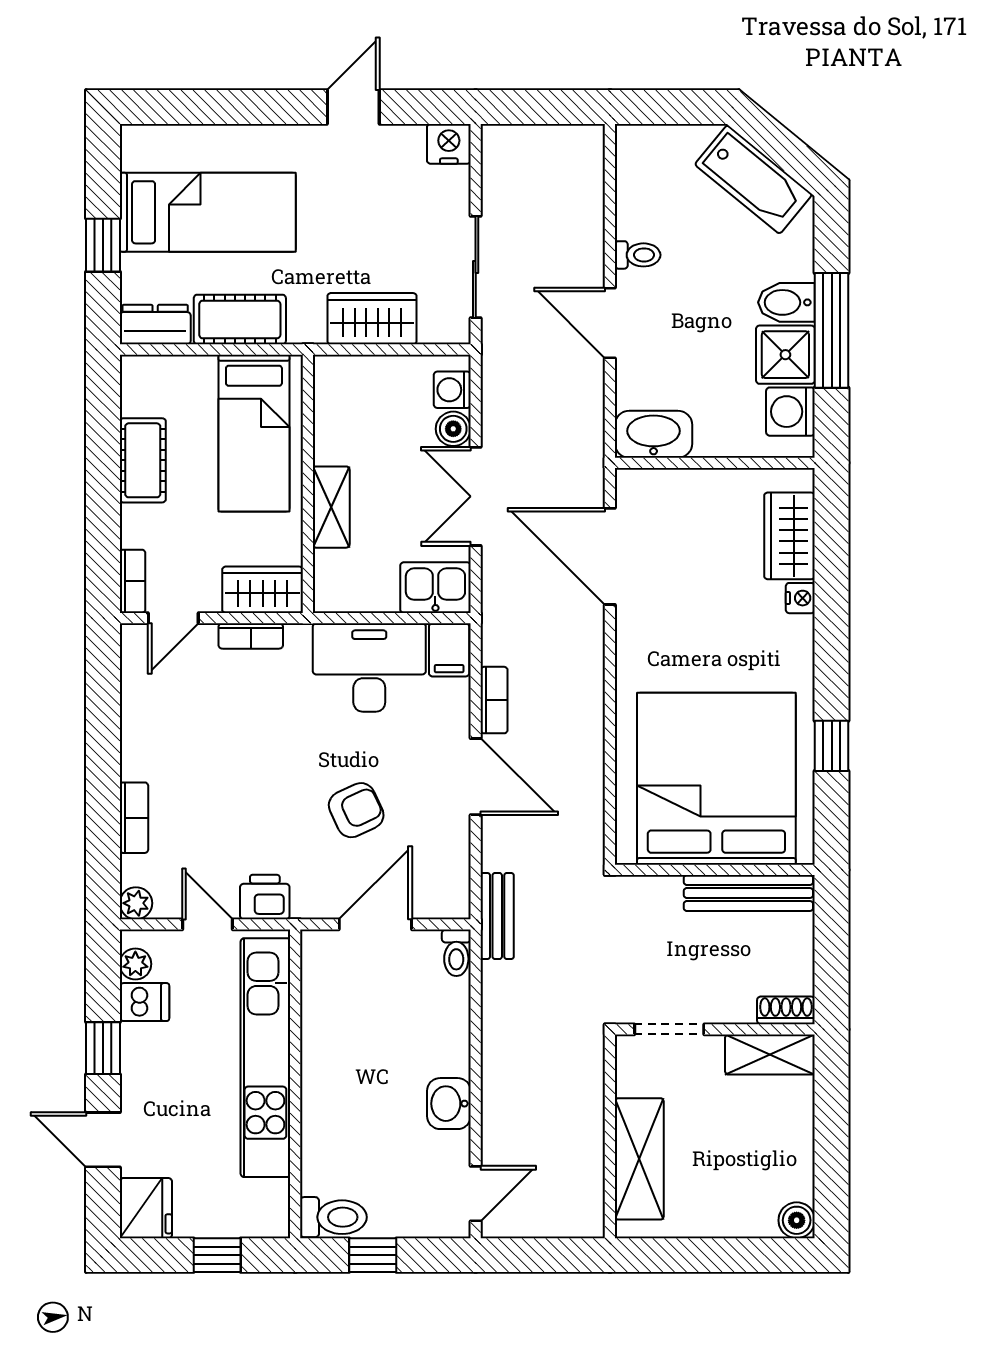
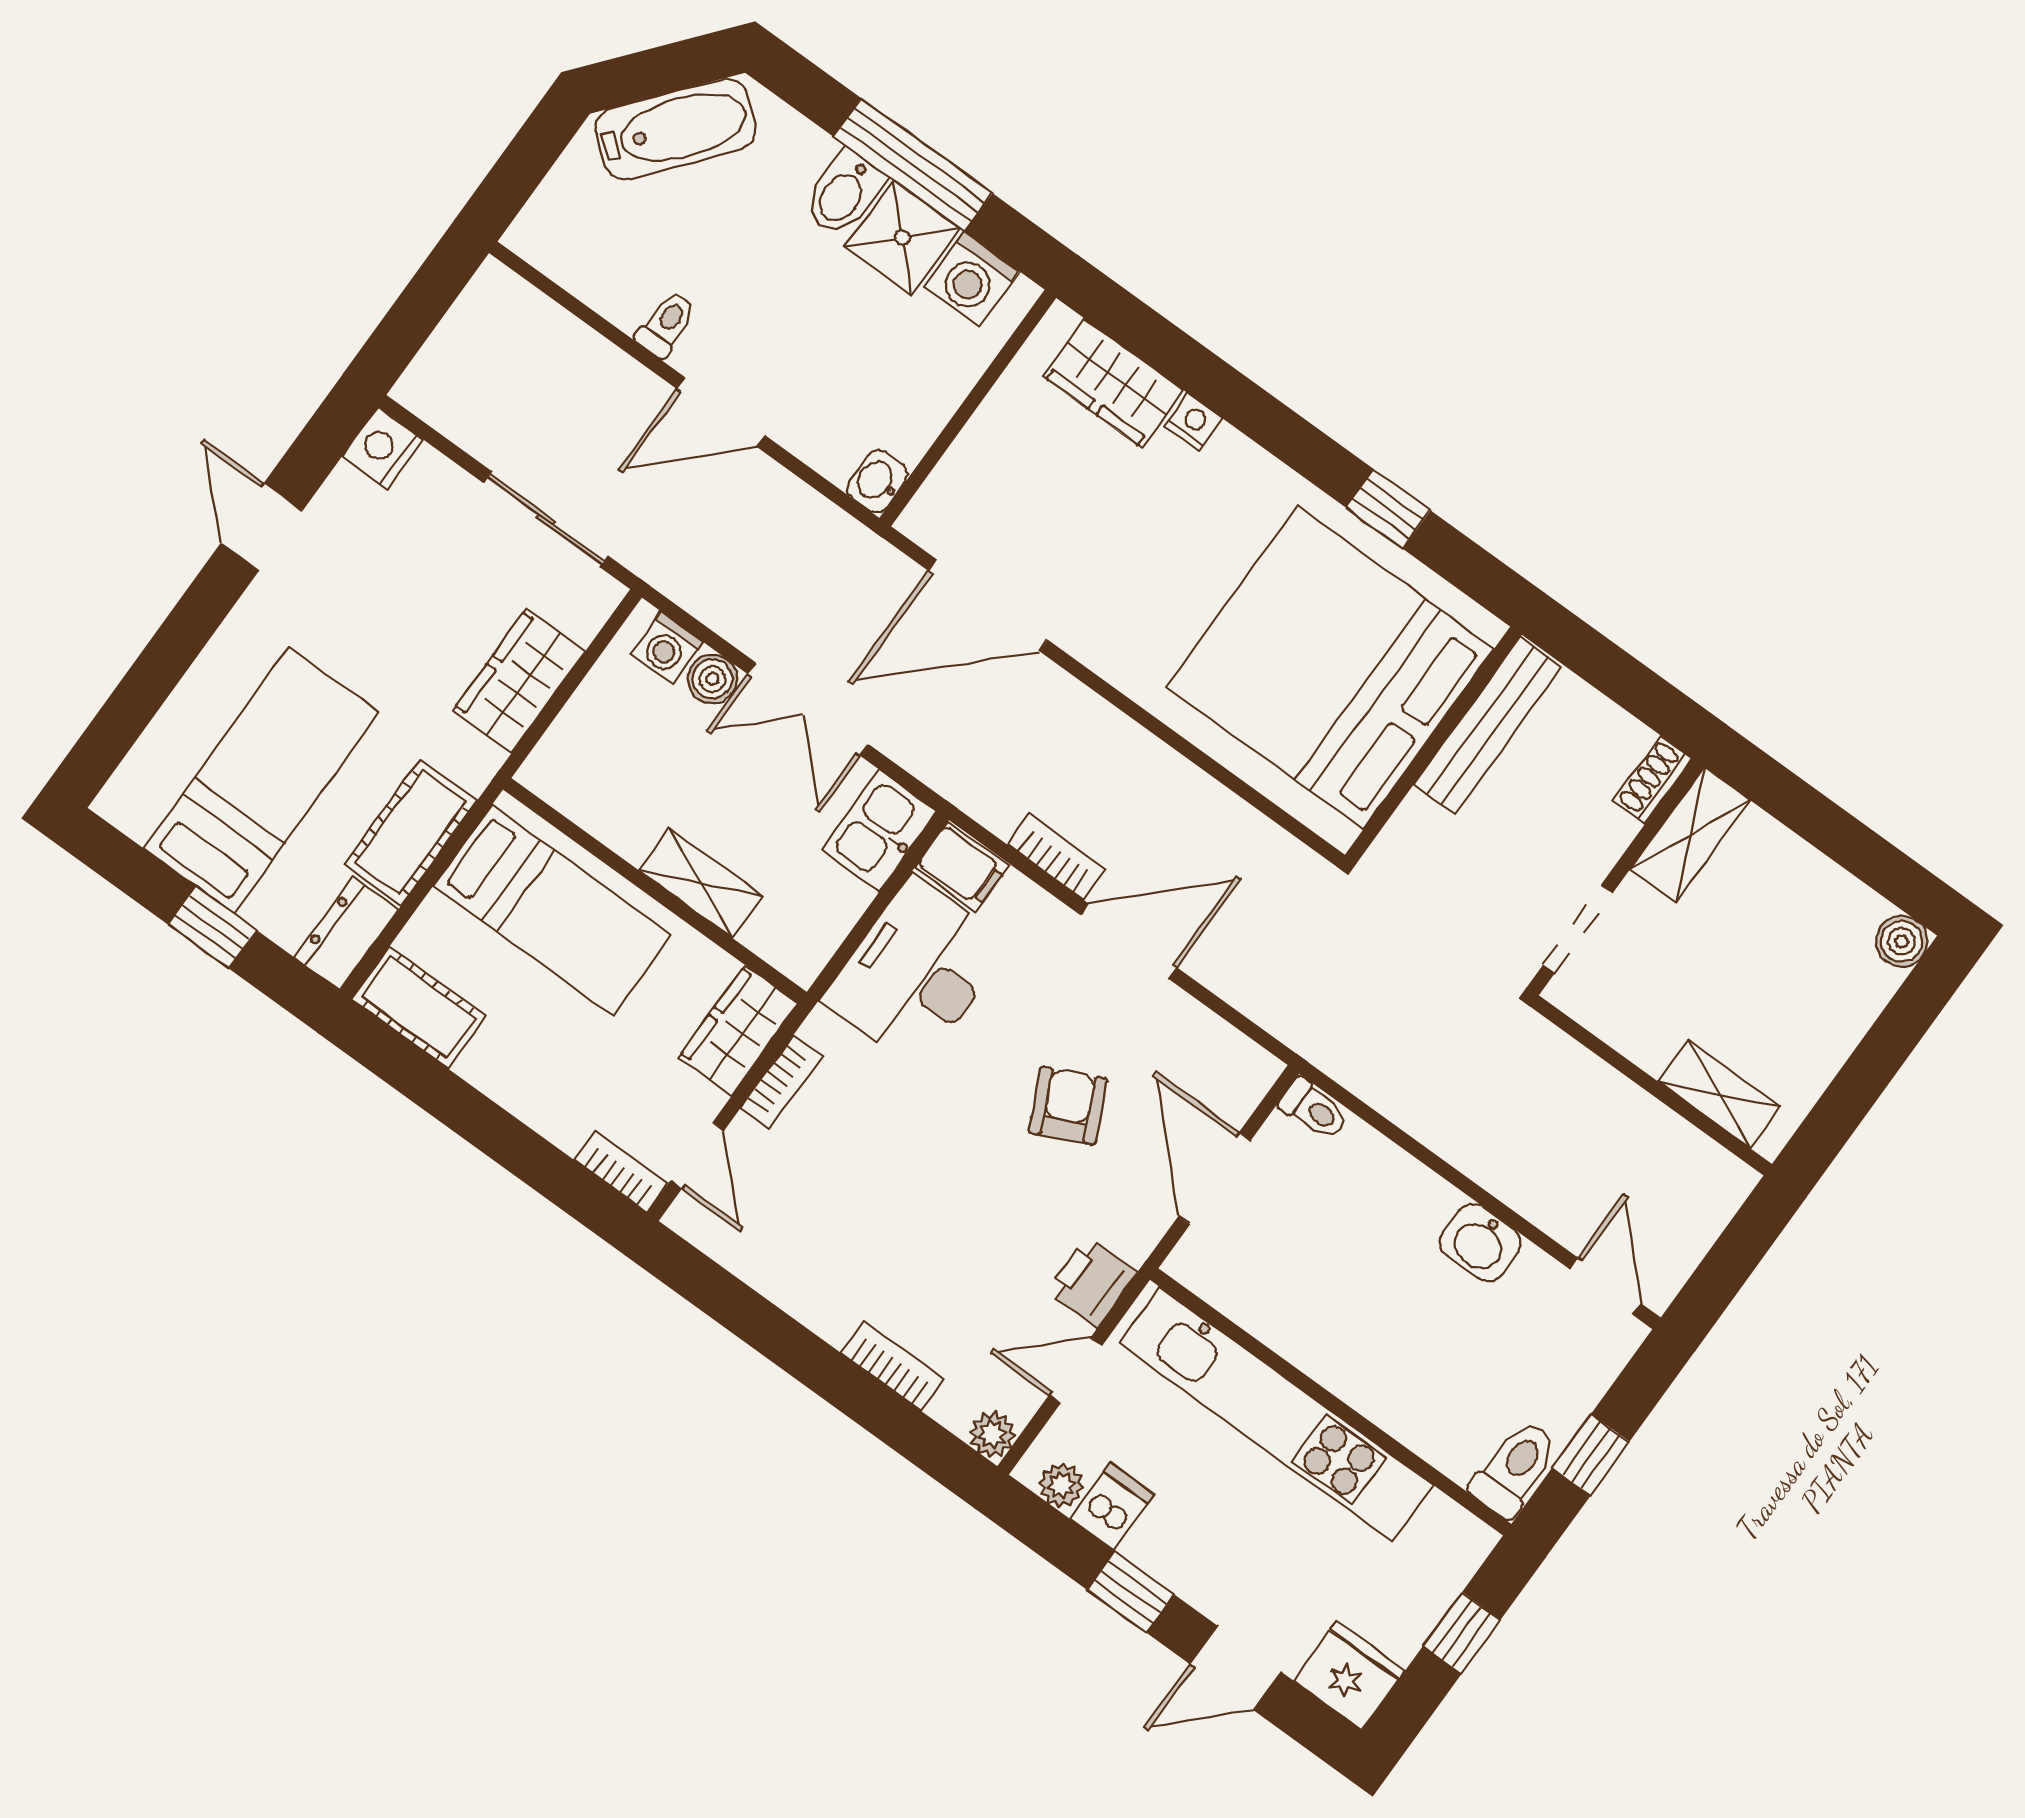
washbasin: (654, 434) -> (877, 481), width x0.52, depth x0.69
cot: (143, 460) -> (419, 1007), moved
bench: (497, 916) -> (1306, 1032), removed
shelving: (639, 1159) -> (1719, 1094), width x0.67, depth x0.75

